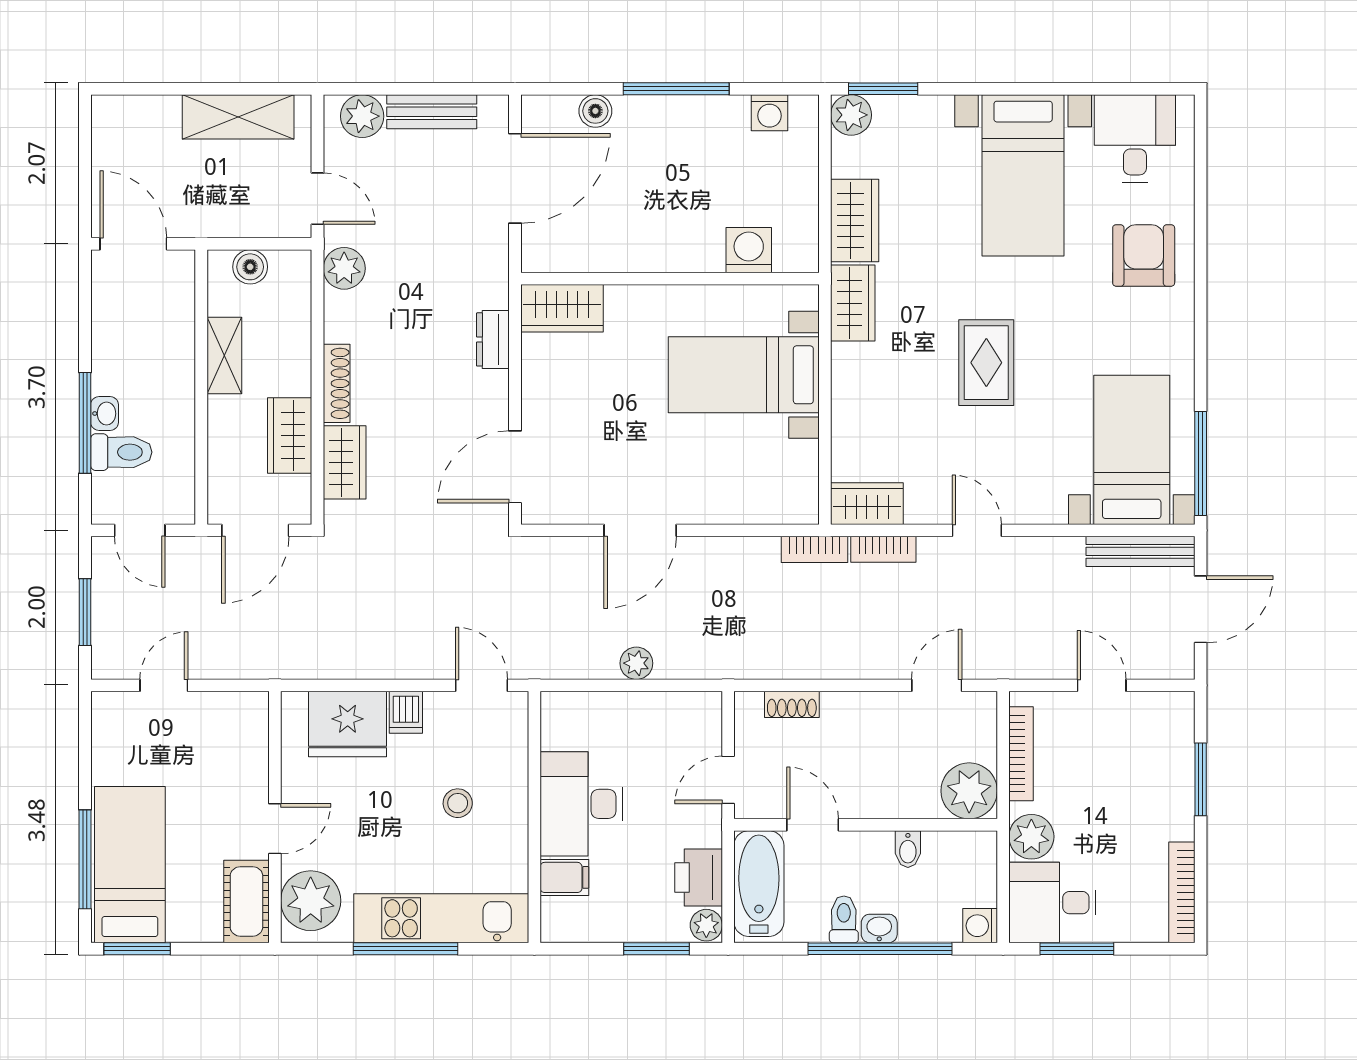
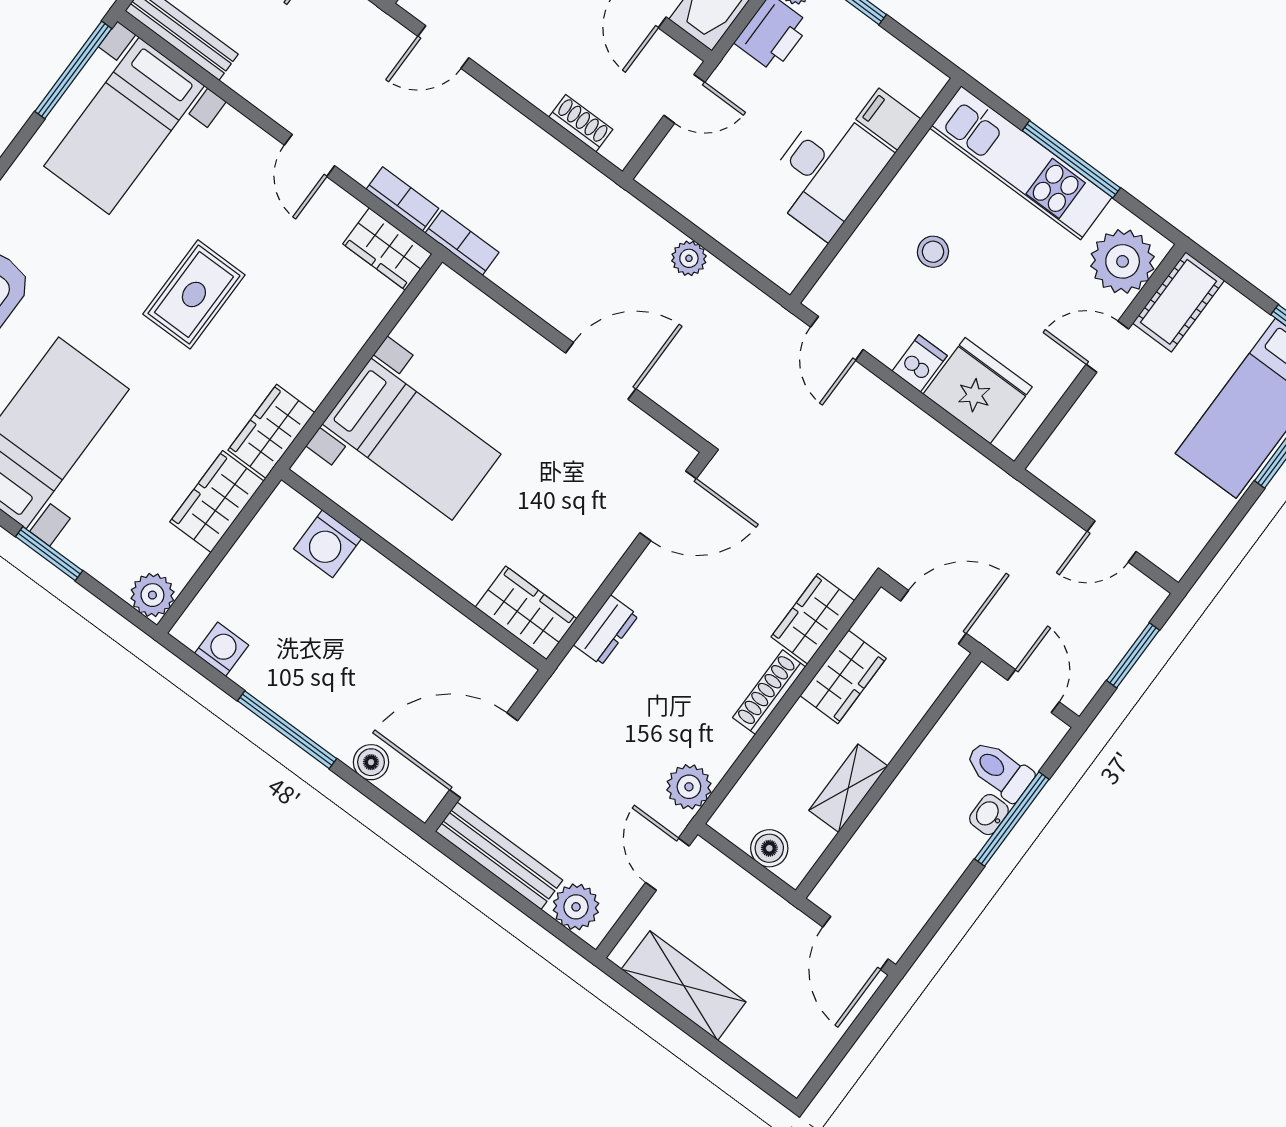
window: (883, 89) -> (49, 554), moved
bench: (432, 112) -> (499, 856), width x1.36

